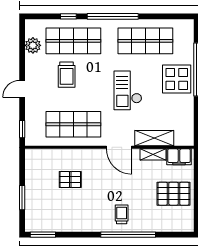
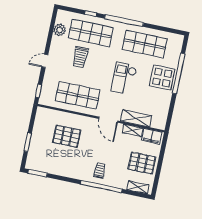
pallet: (70, 180) -> (67, 136), width x1.50, depth x1.42
shelving: (175, 226) -> (138, 187), added

